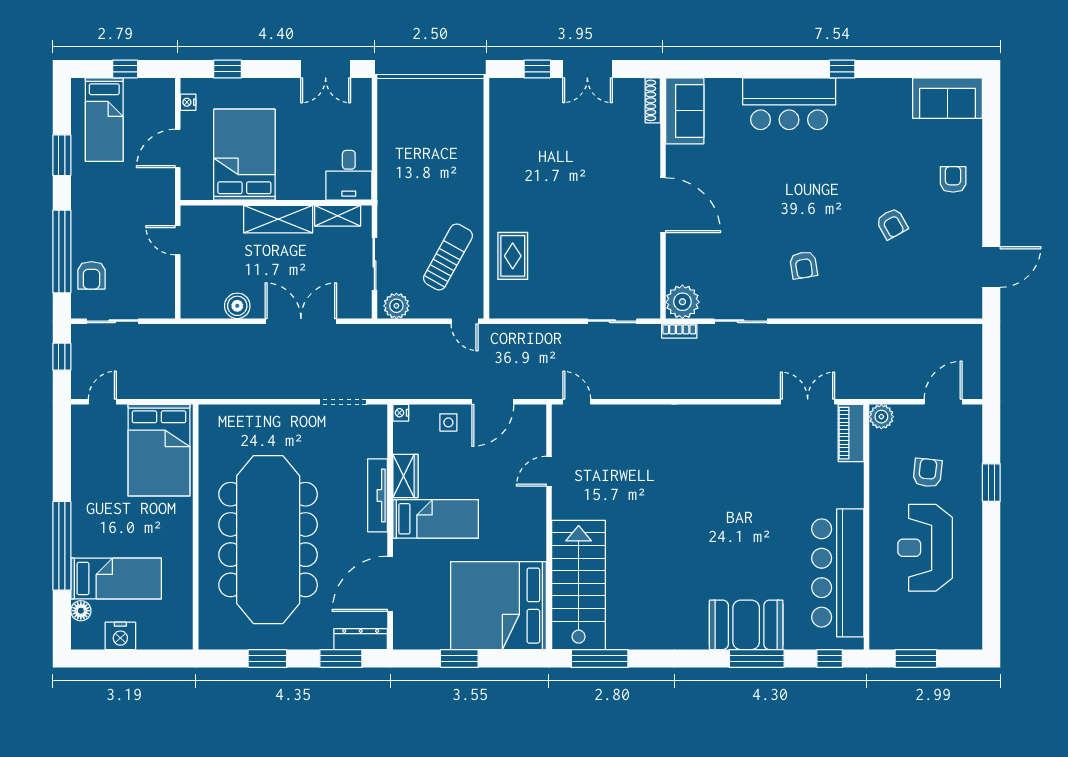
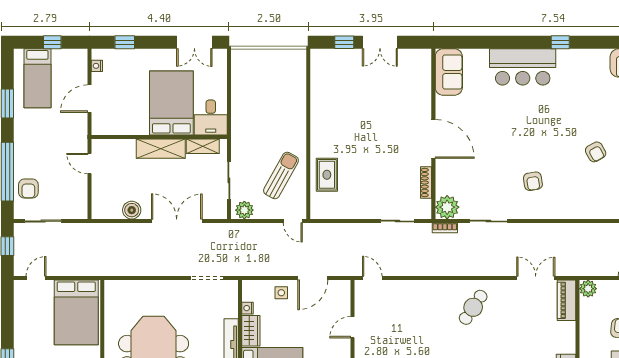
shoe rack: (653, 100) -> (426, 183), moved
bed: (244, 155) -> (171, 103), moved
nightstand: (401, 413) -> (248, 308), moved
cafe table: (719, 443) -> (473, 307), added

